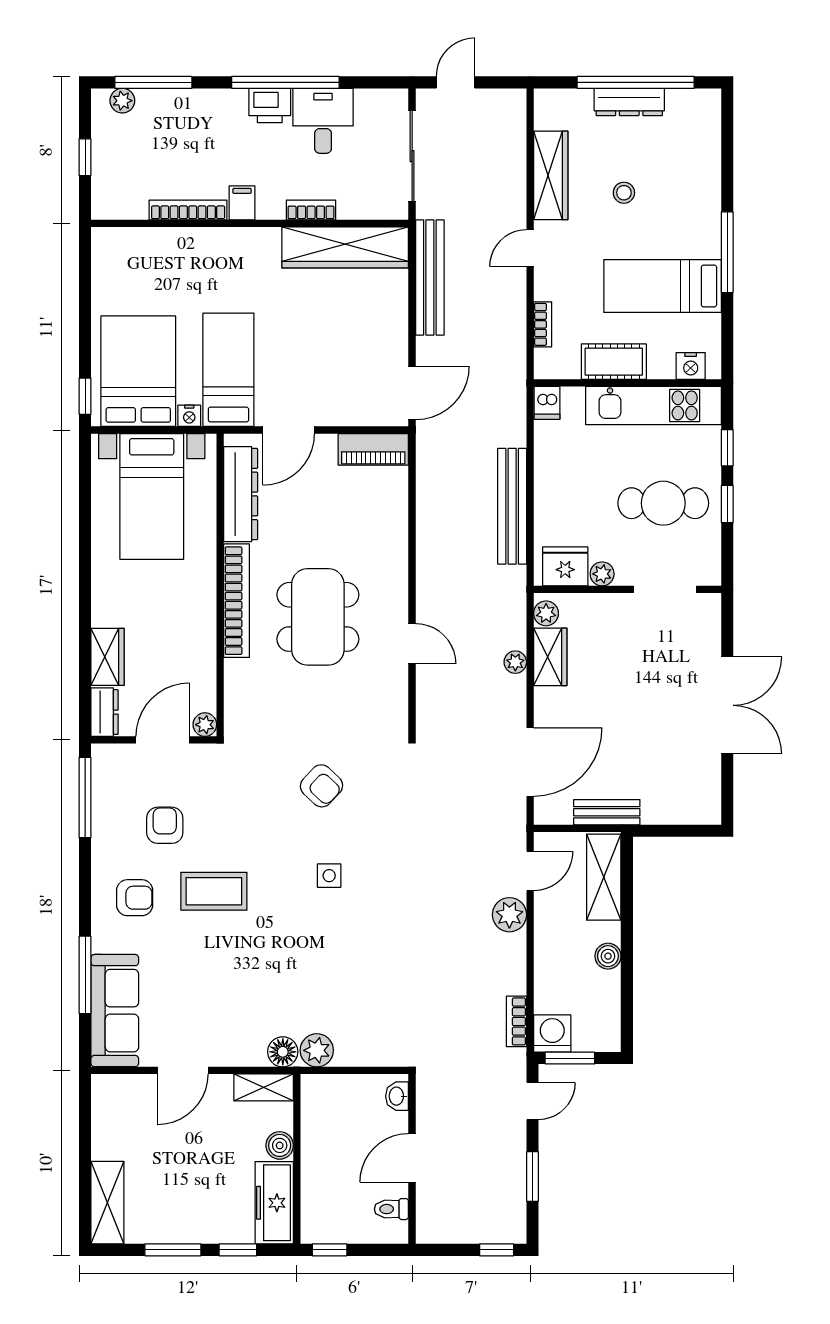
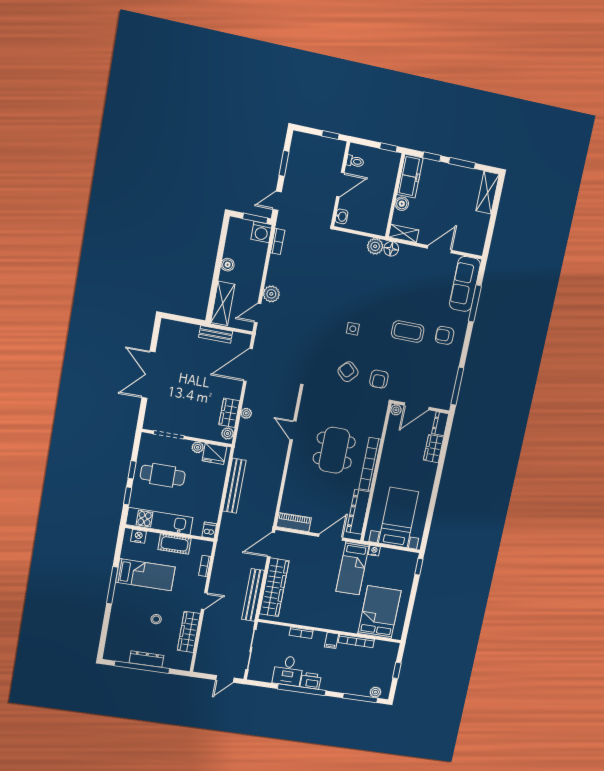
wardrobe: (345, 247) -> (274, 587), moved, turned 90
bed: (138, 371) -> (380, 612), moved, turned 180
armchair: (165, 825) -> (379, 379), moved
window: (497, 1250) -> (330, 135), moved

